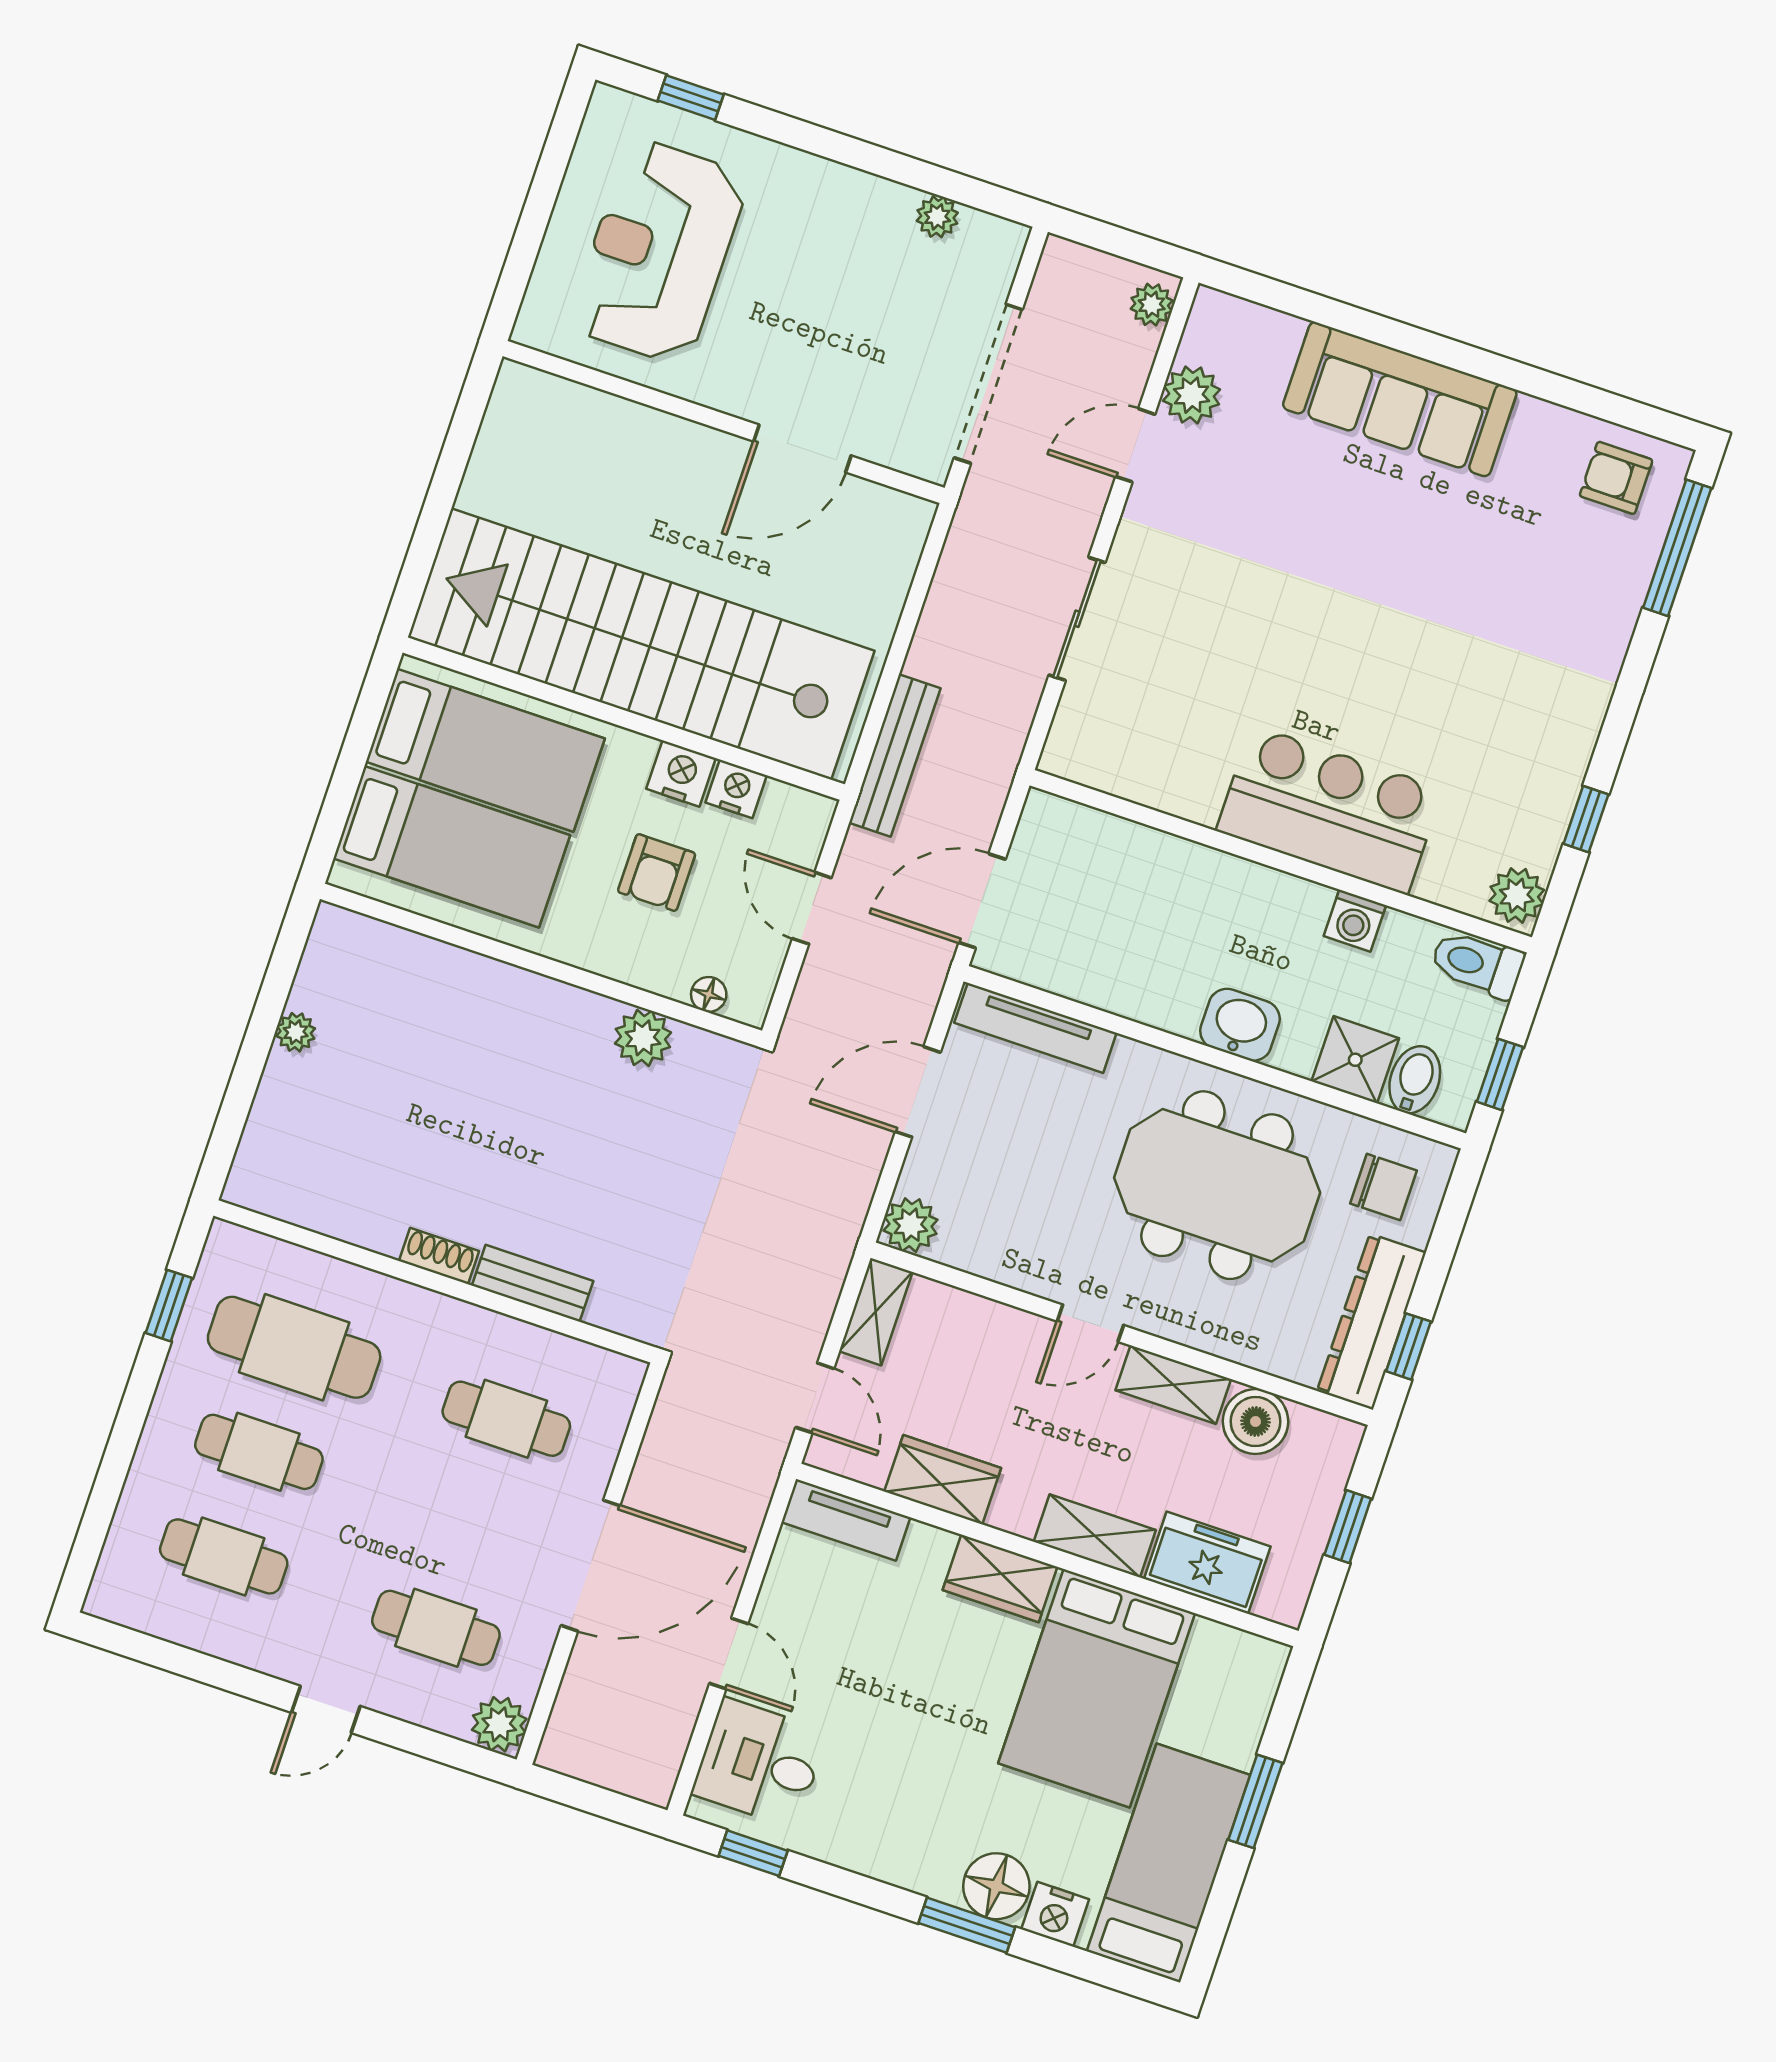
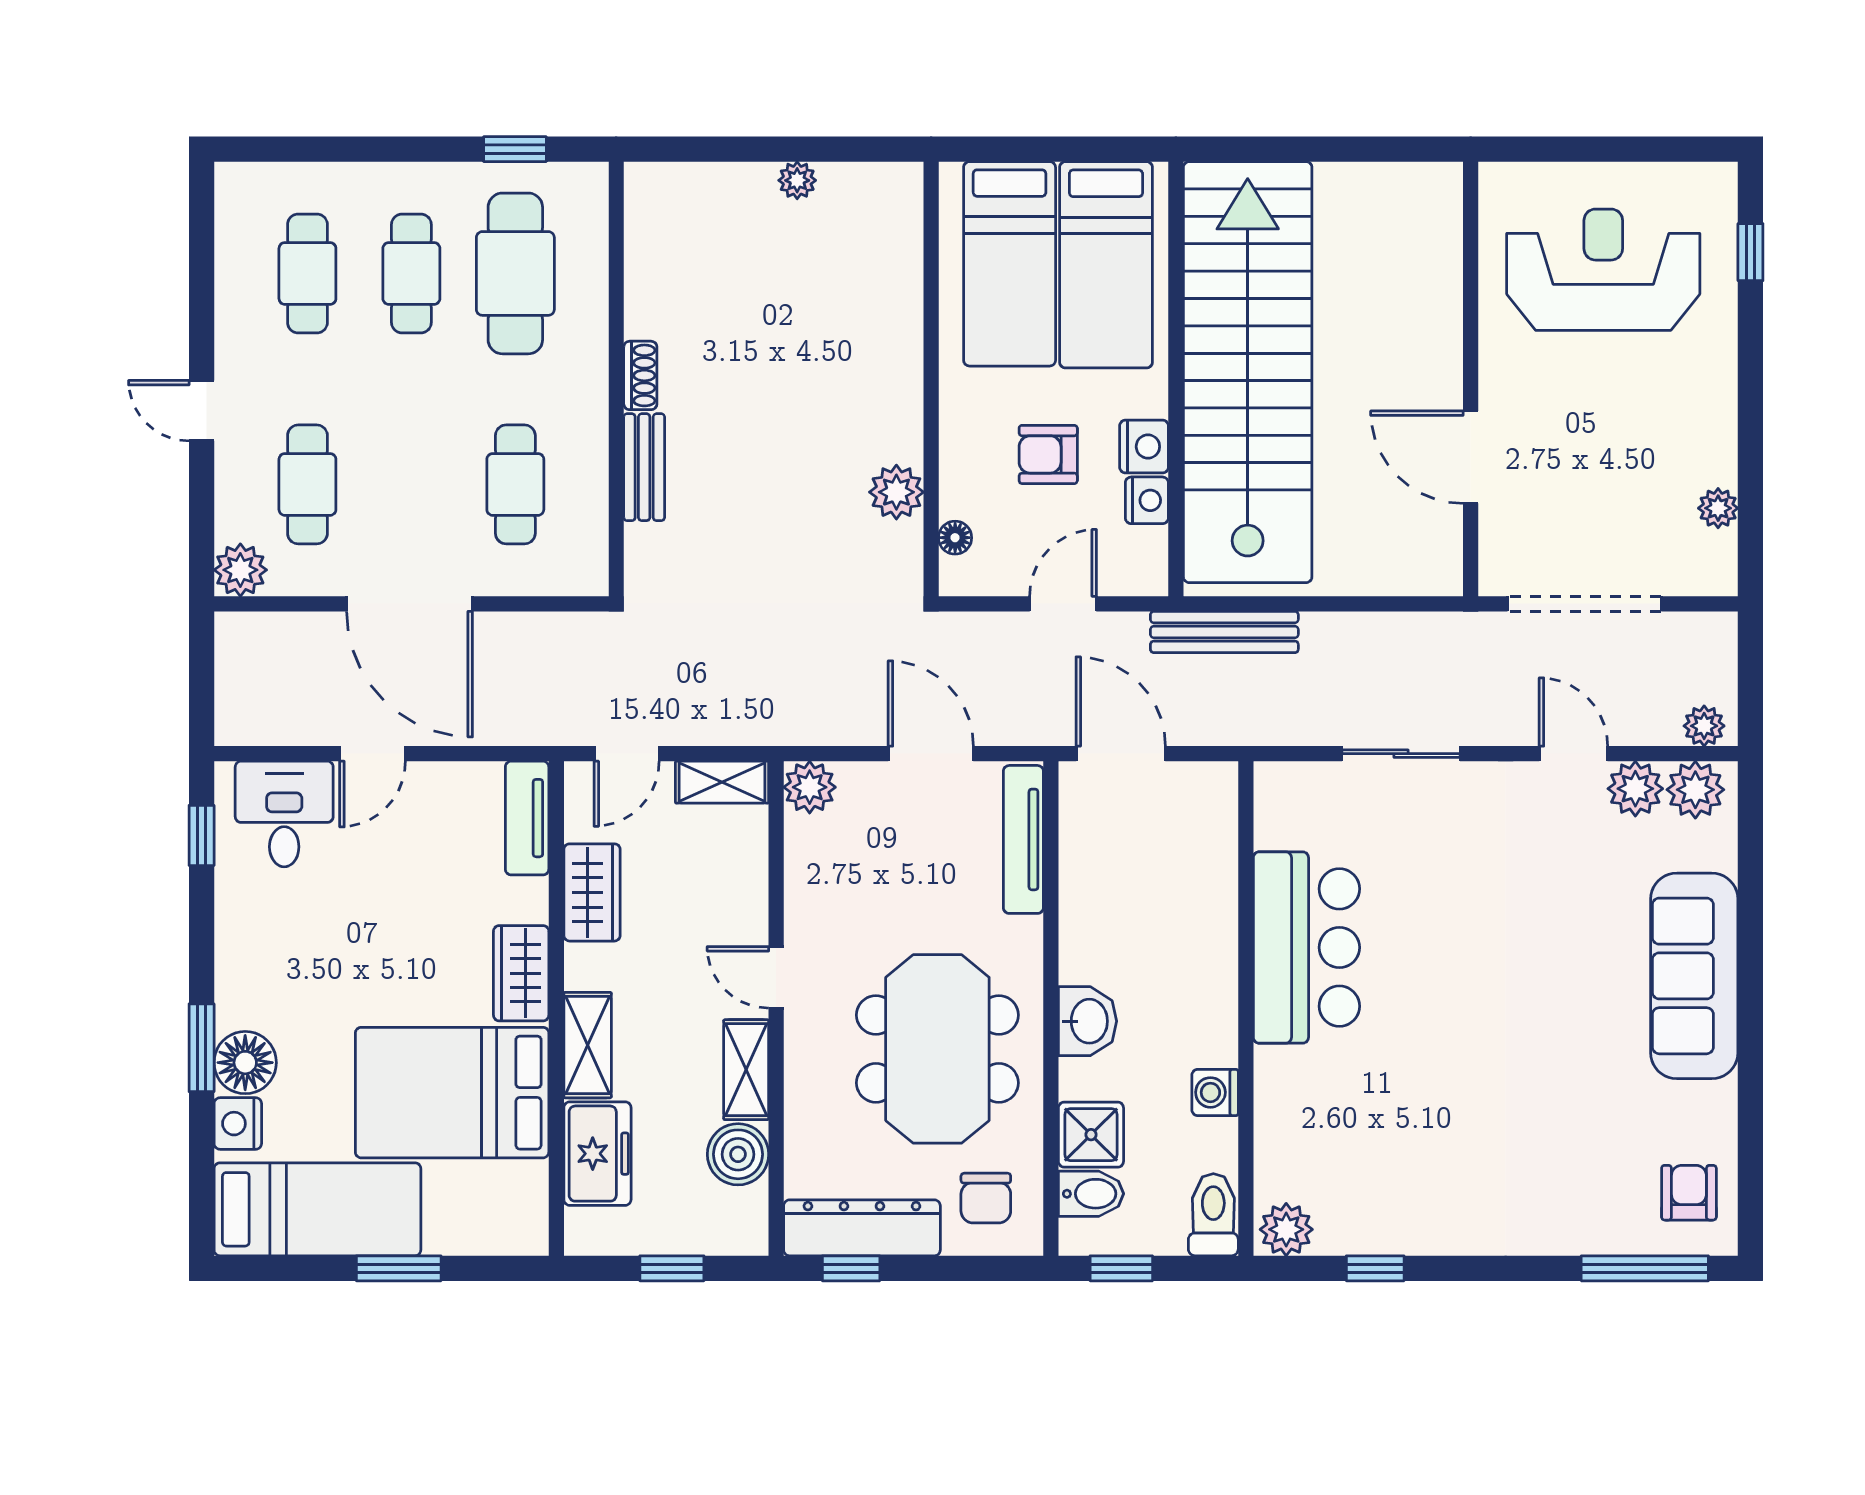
plant: (1213, 335) -> (1695, 790), added
bar counter: (1330, 810) -> (1306, 947), moved

